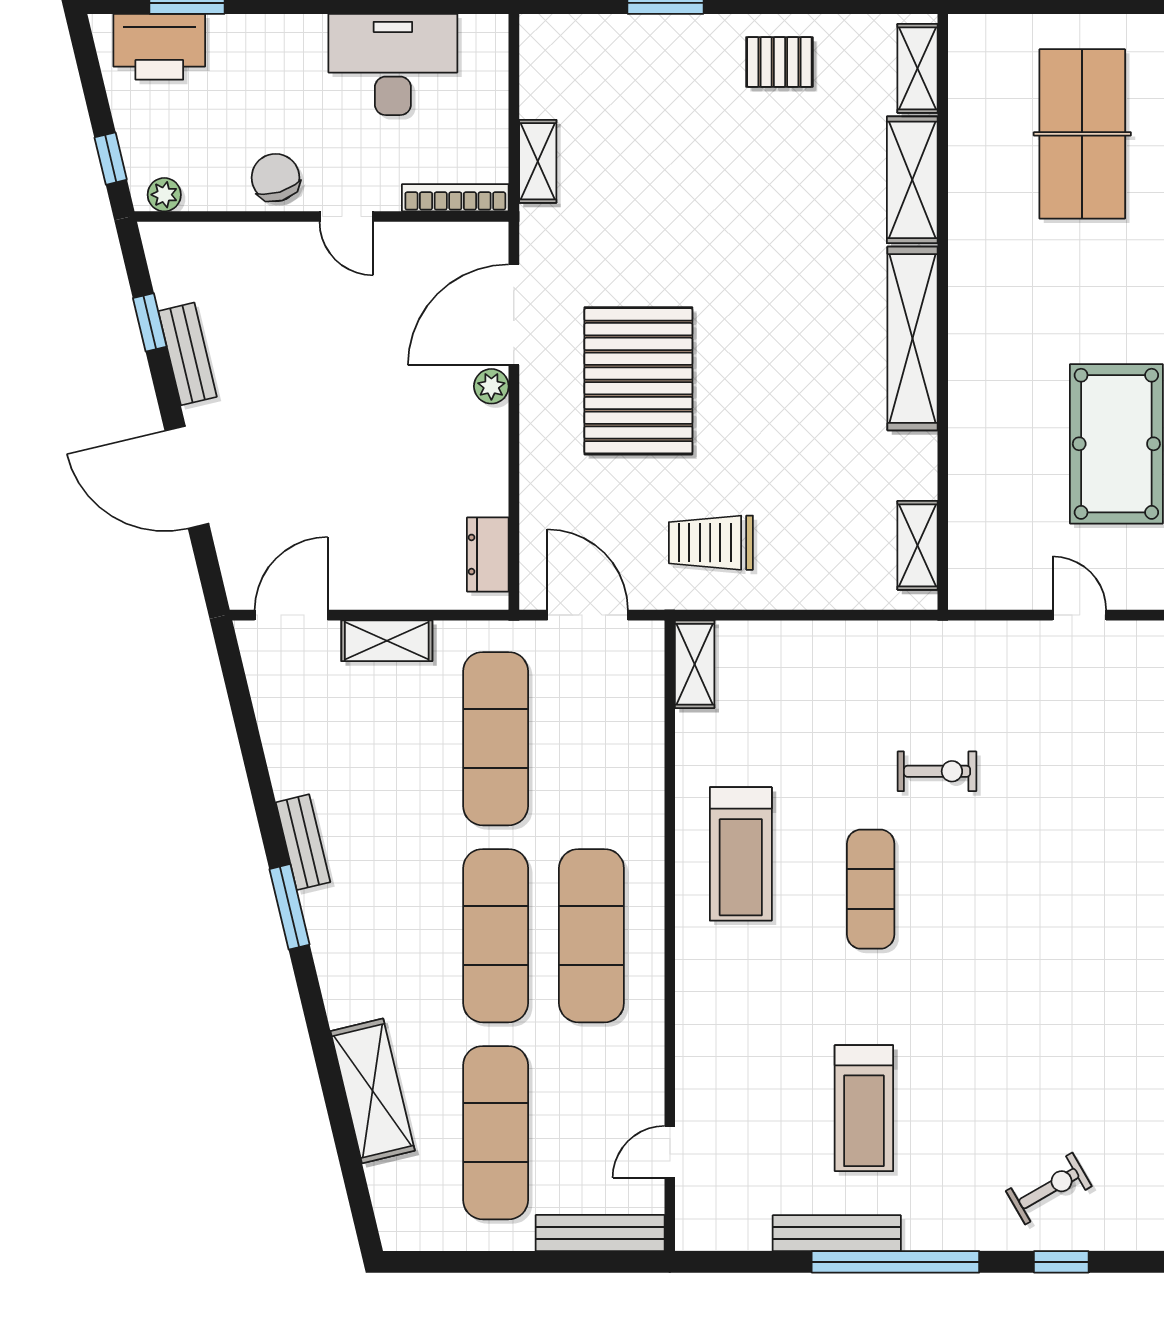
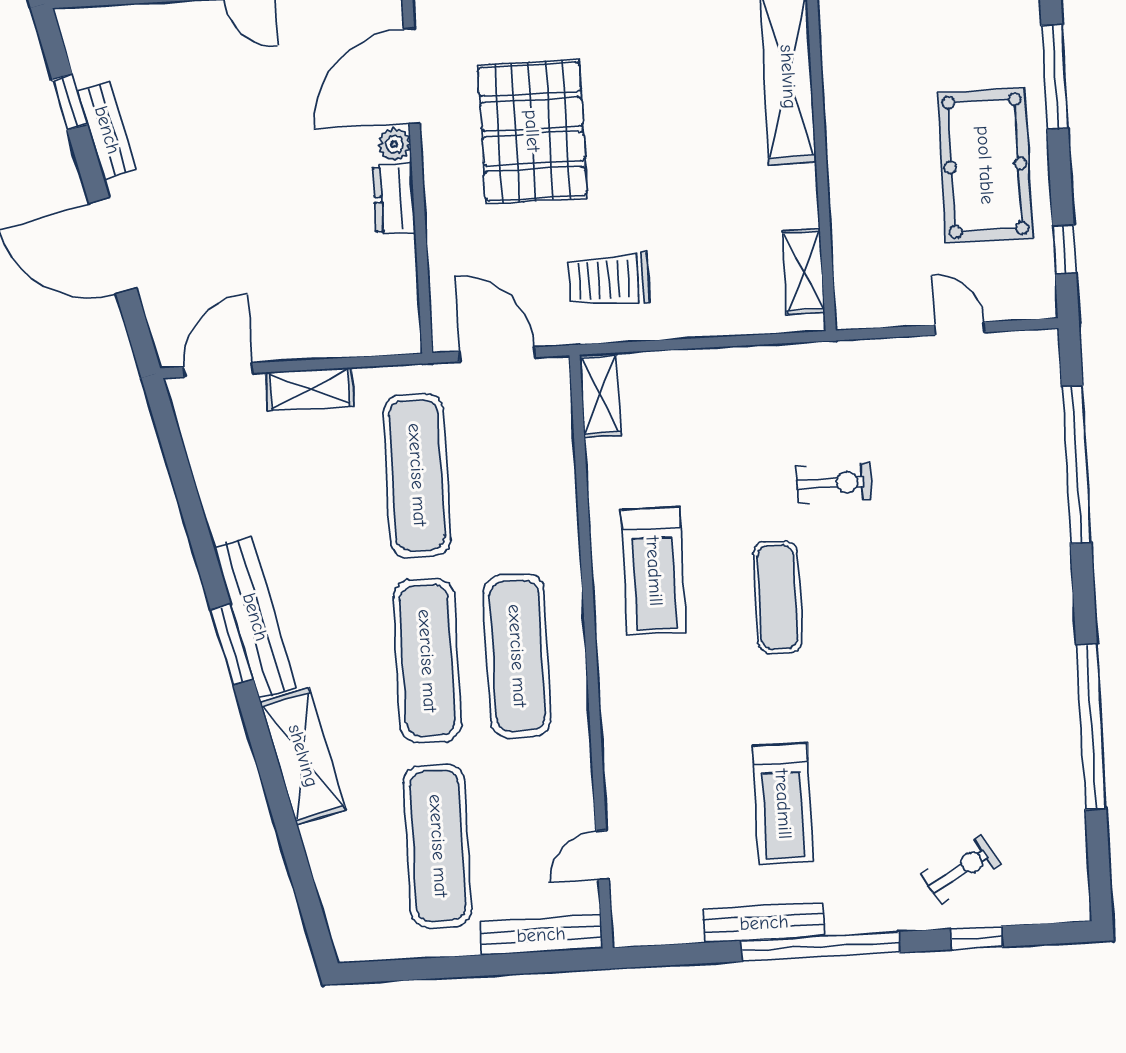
dresser: (488, 554) -> (394, 199), moved
bench: (303, 842) -> (255, 617), width x1.86, depth x1.21
shelving: (373, 1091) -> (303, 756), moved

